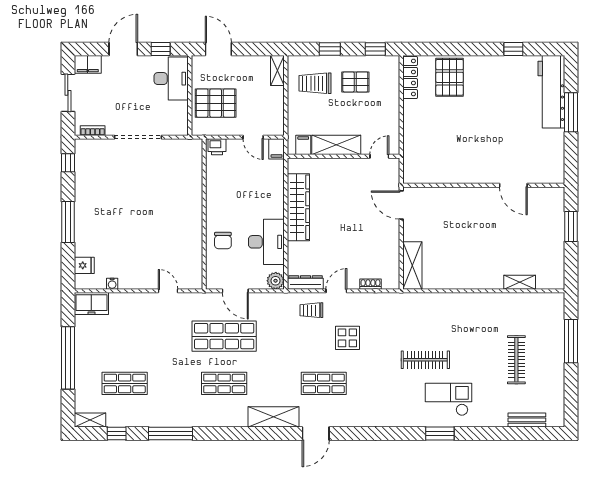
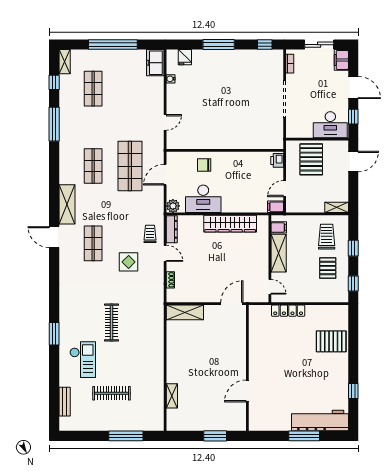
locker: (410, 77) -> (288, 311), moved
checkout: (449, 399) -> (83, 360), moved

